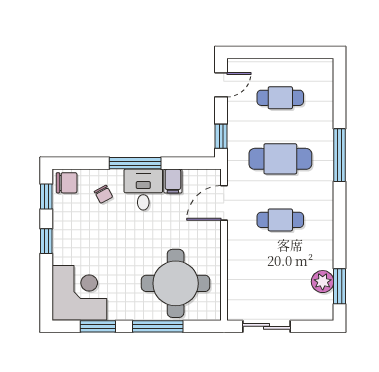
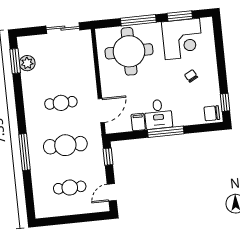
chair: (103, 194) -> (191, 76), moved
window: (46, 241) -> (222, 71), removed
corner desk: (79, 293) -> (182, 39), moved, turned -90

